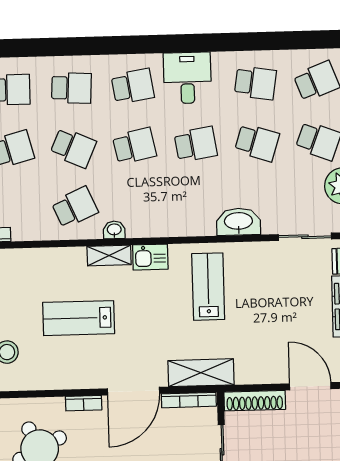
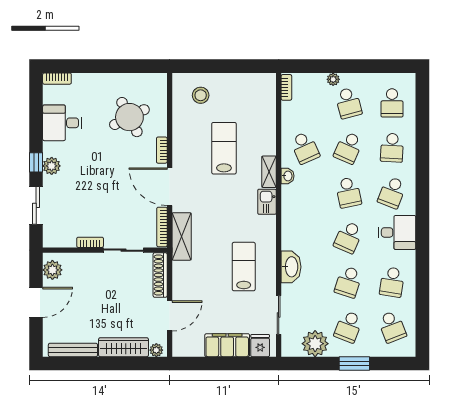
school desk: (133, 86) -> (392, 192), turned 30
school desk: (196, 144) -> (348, 237), turned 33
lab bench: (208, 287) -> (244, 267), moved, turned -90

